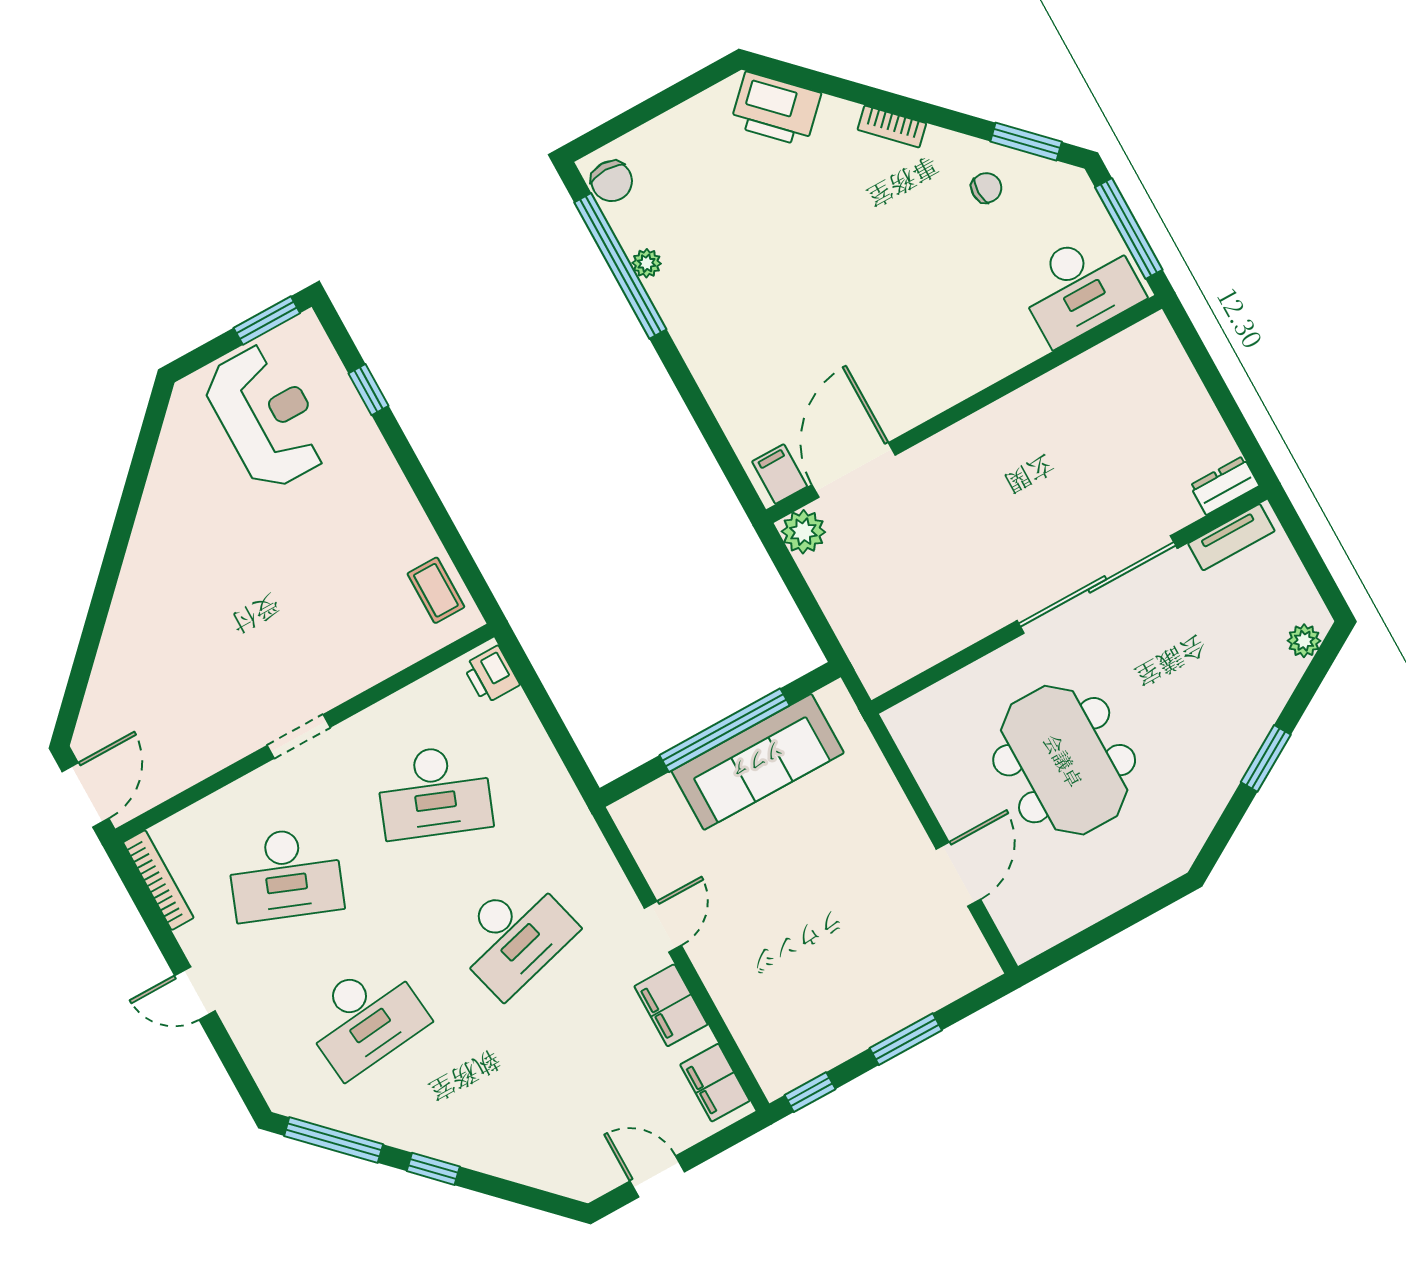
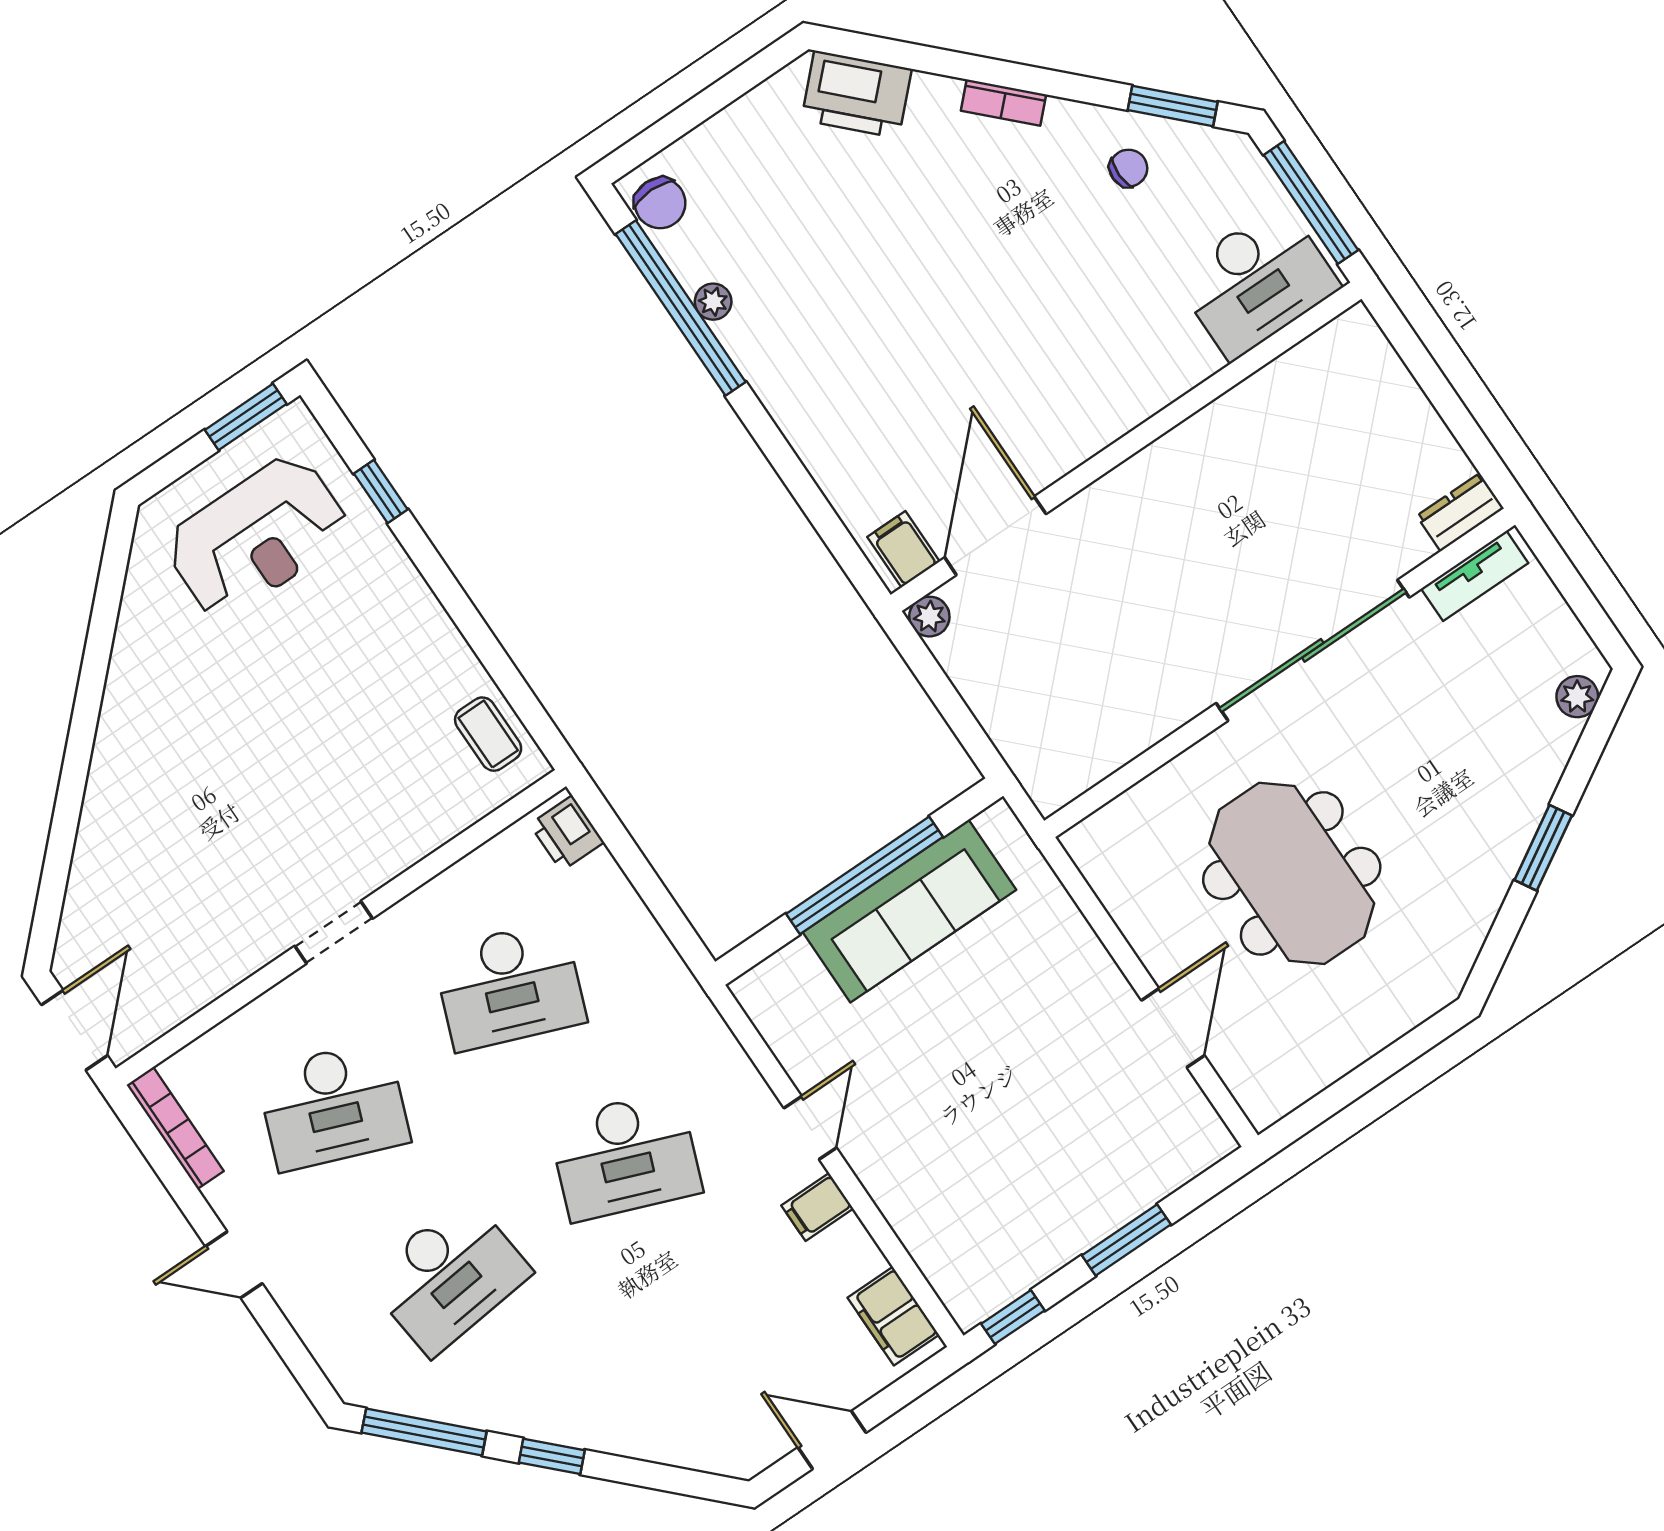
reception desk: (267, 416) -> (257, 537), turned 90
plant: (803, 532) -> (929, 617), width x0.73, depth x0.73
desk: (514, 936) -> (625, 1156), turned 36
filing cabinet: (671, 1005) -> (817, 1207), width x0.50

